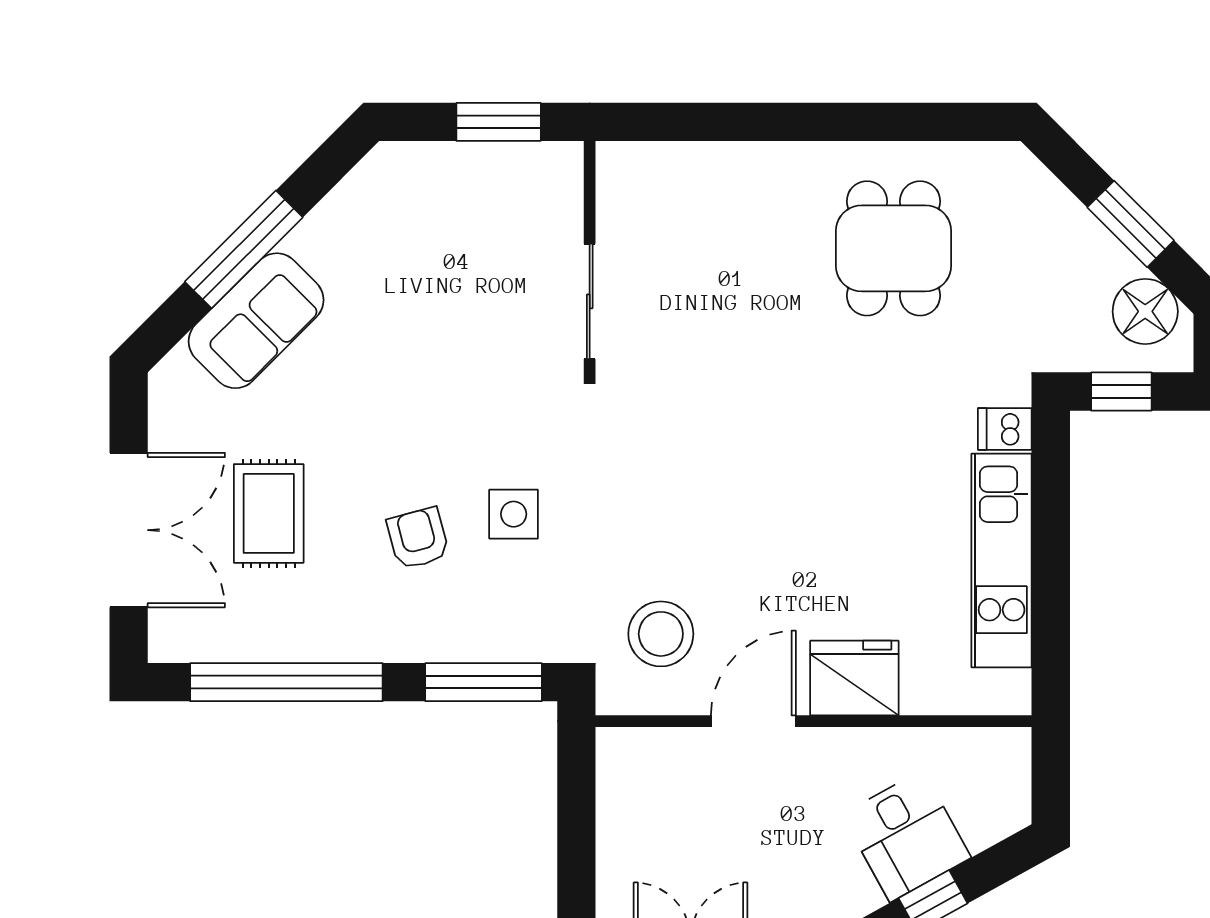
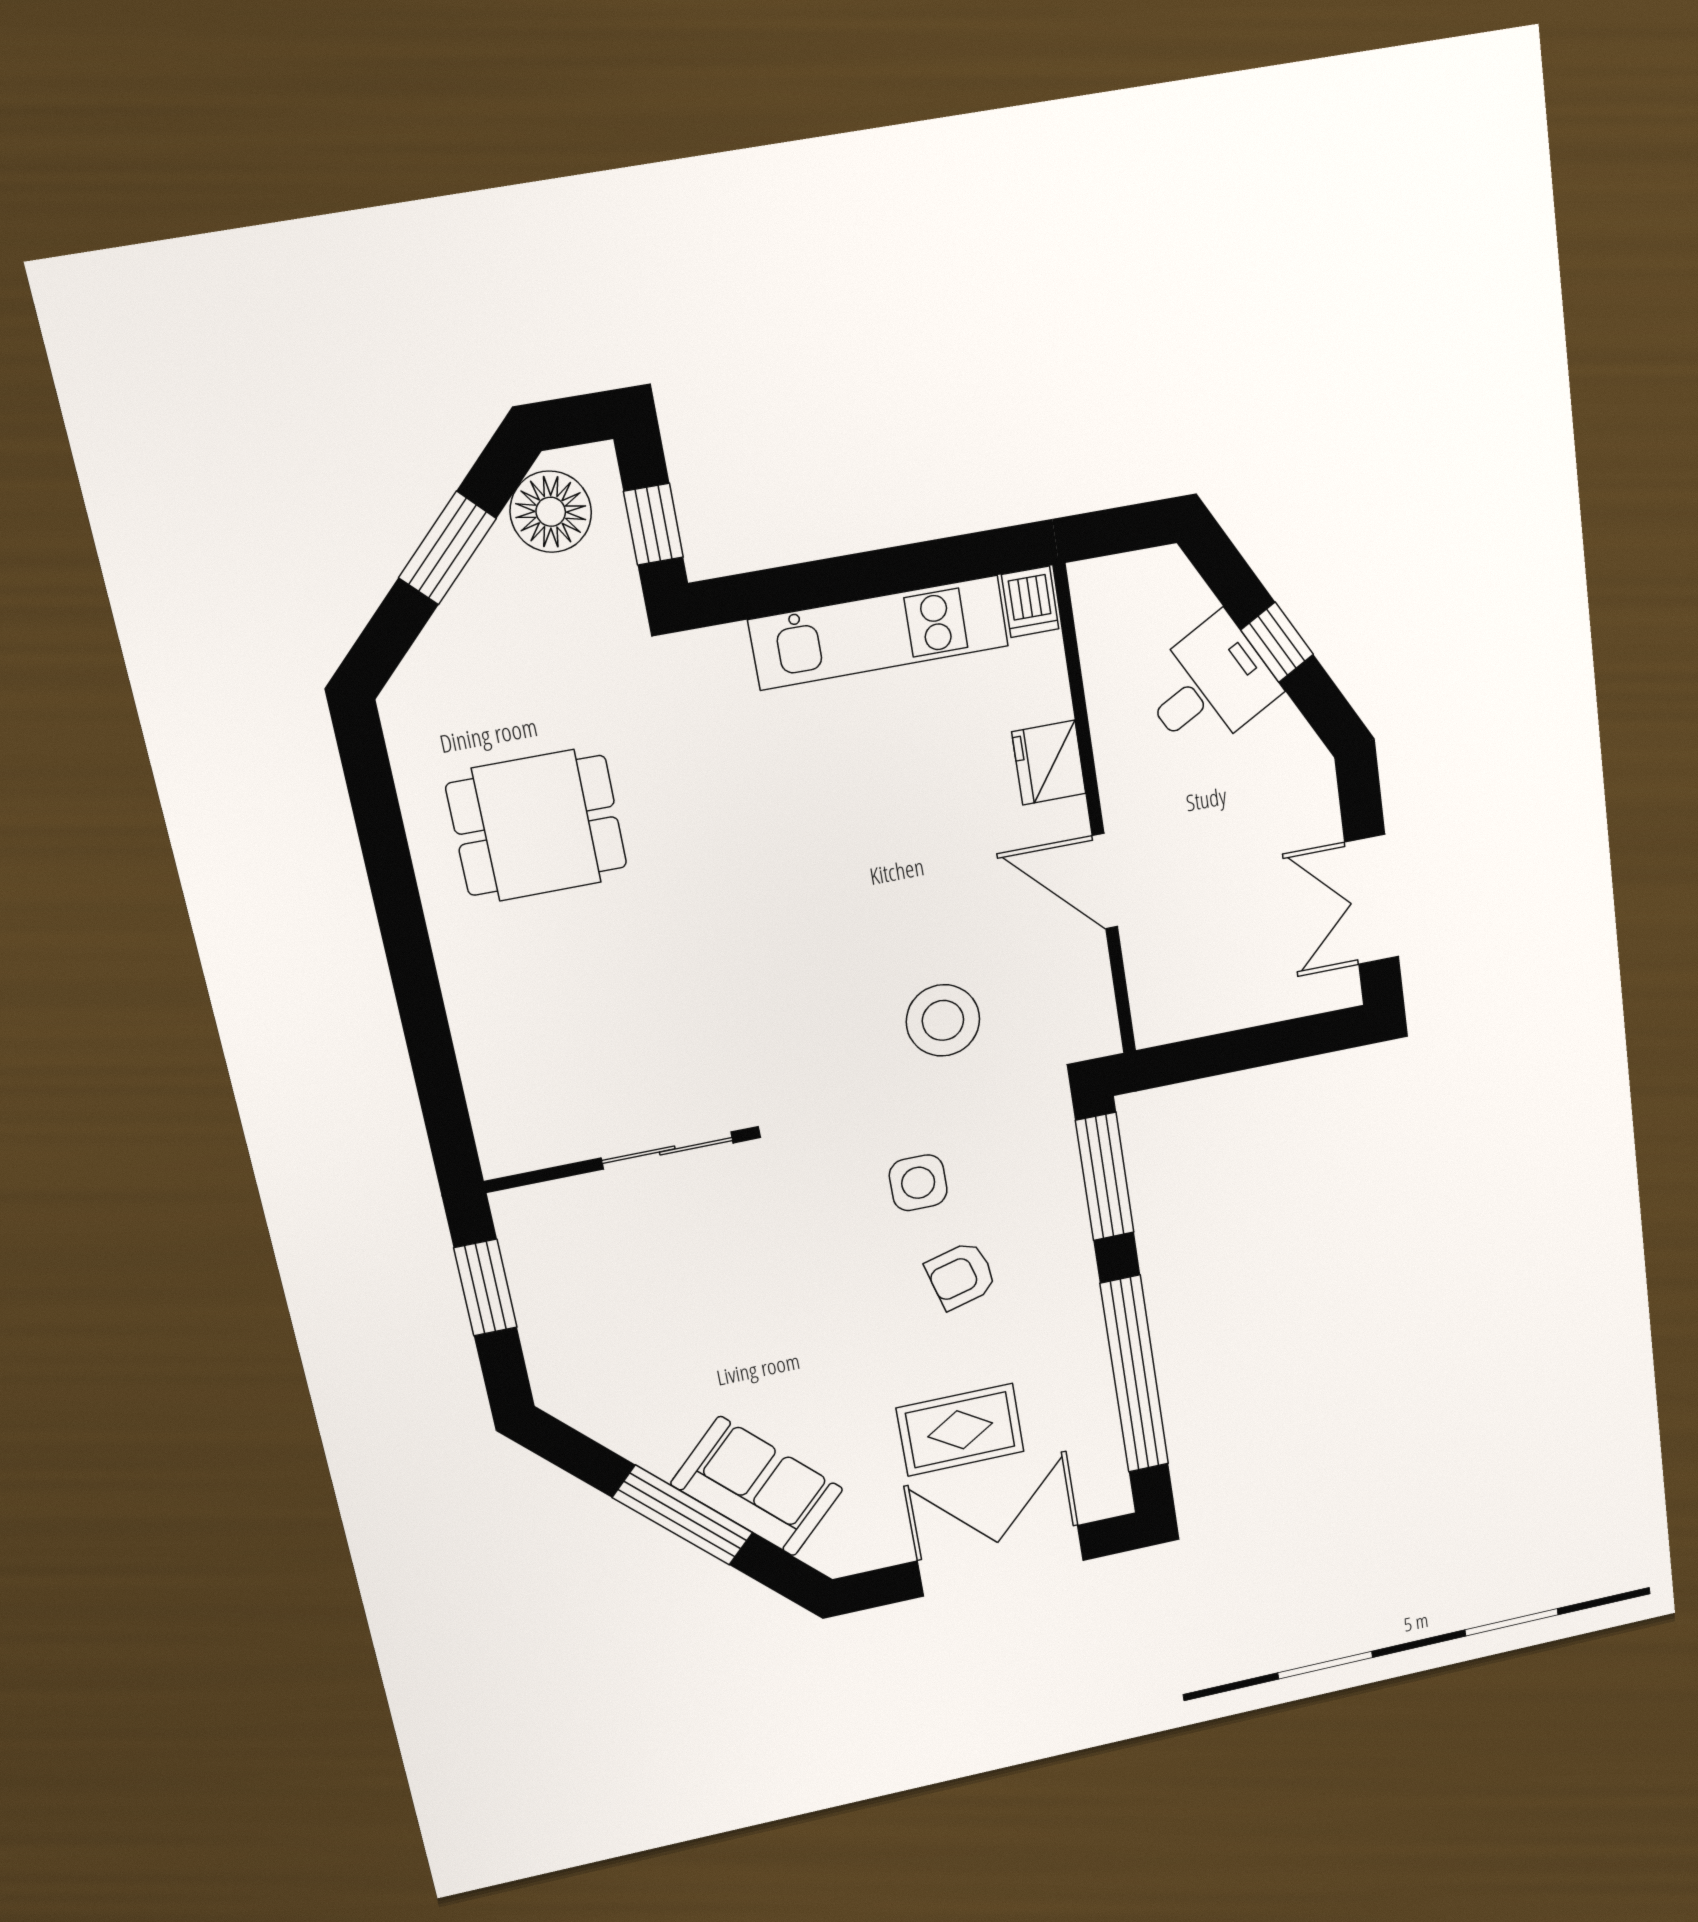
dishwasher: (1005, 429) -> (1030, 602), moved
stool: (661, 634) -> (943, 1020), moved
fridge: (854, 678) -> (1049, 763), width x0.73, depth x0.75

